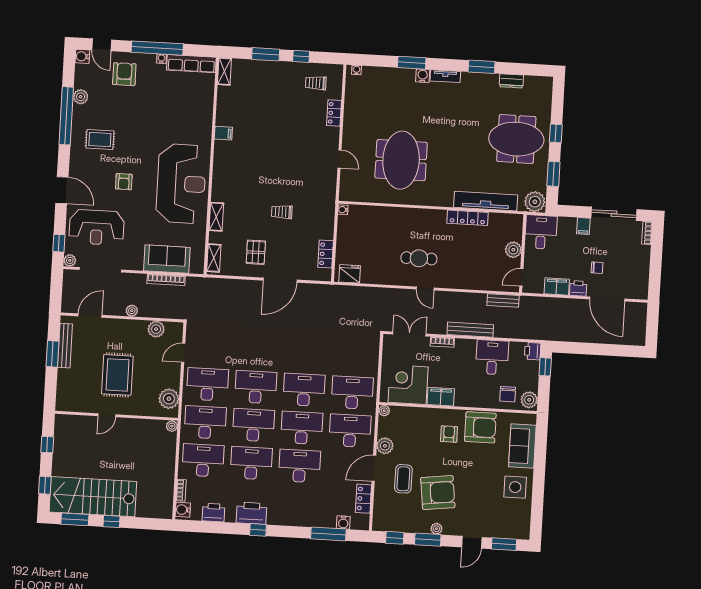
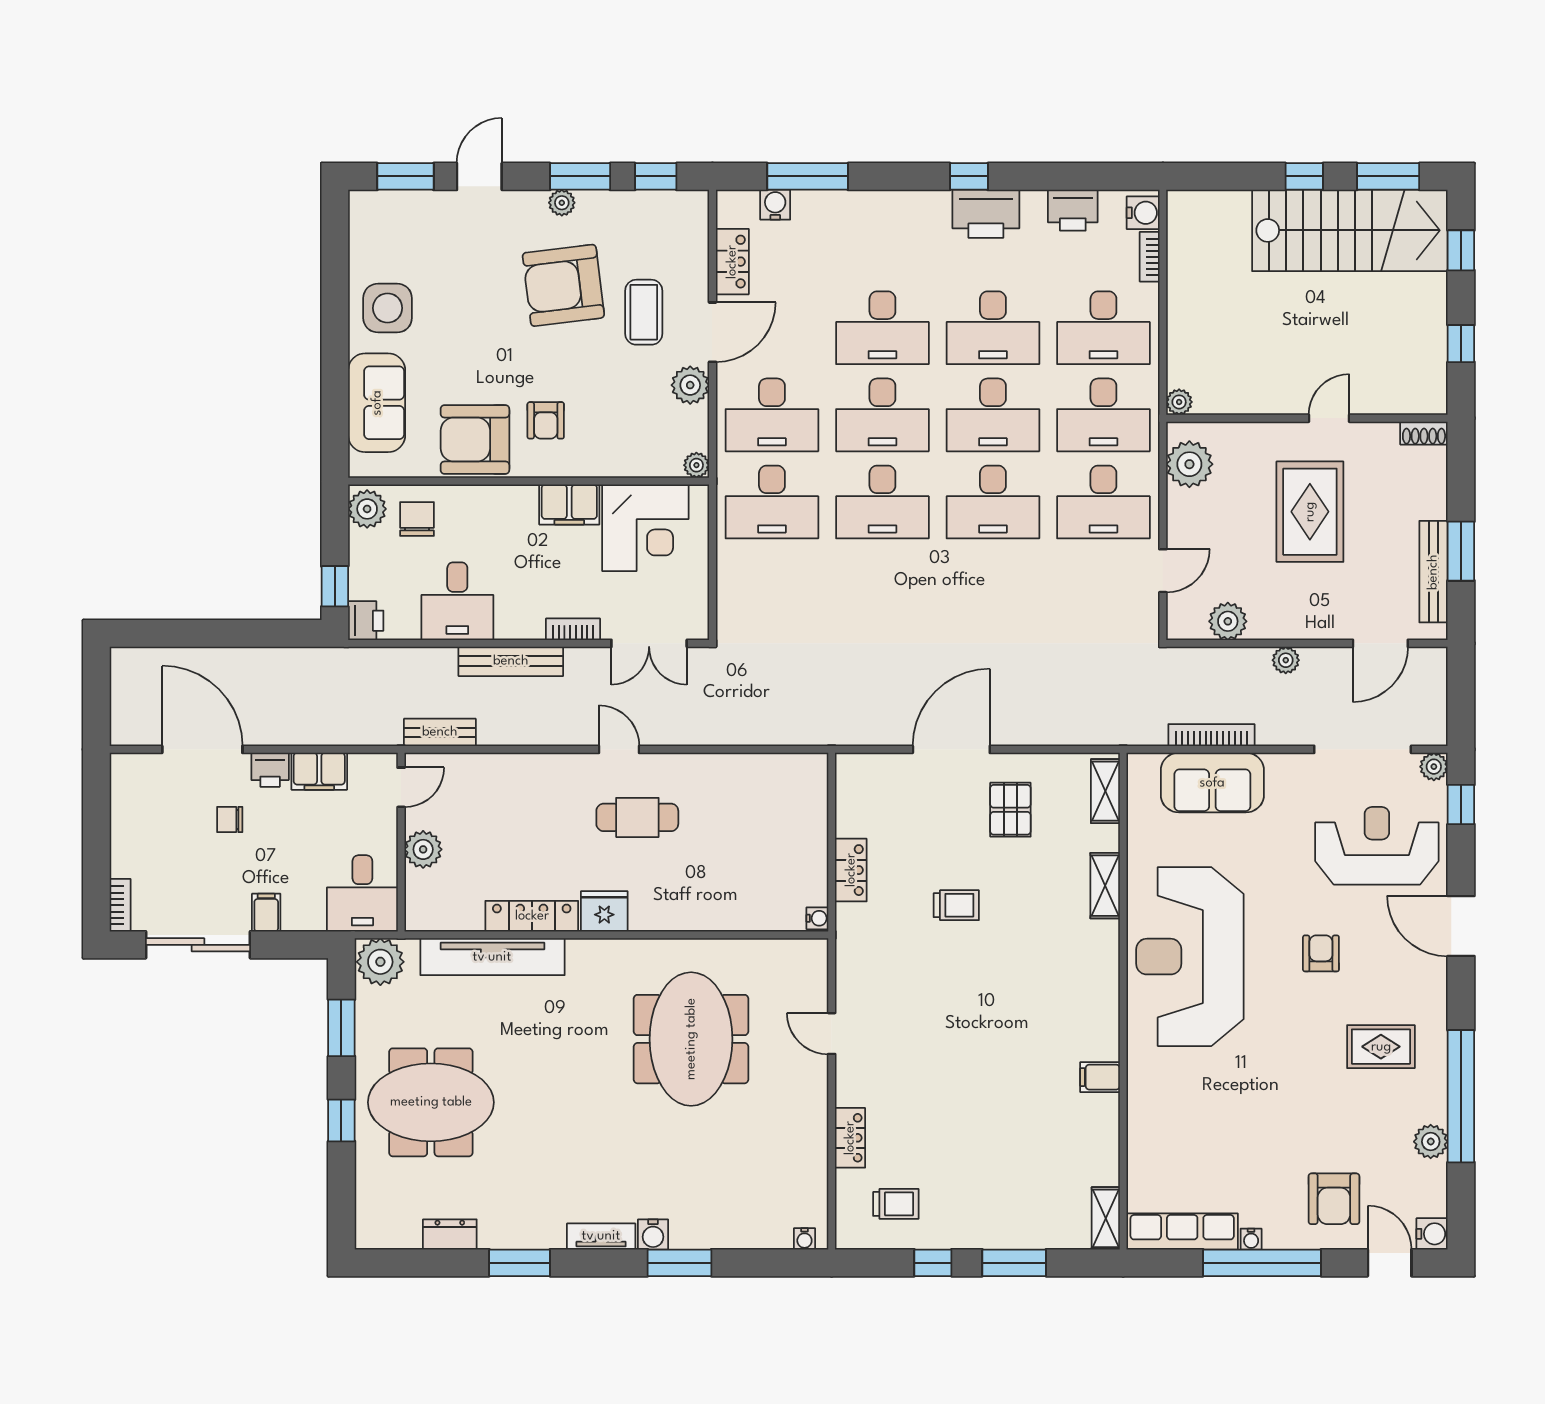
locker: (326, 254) -> (851, 870), moved
fridge: (350, 274) -> (604, 911), moved, turned 180
shoe rack: (66, 406) -> (1424, 433), added

